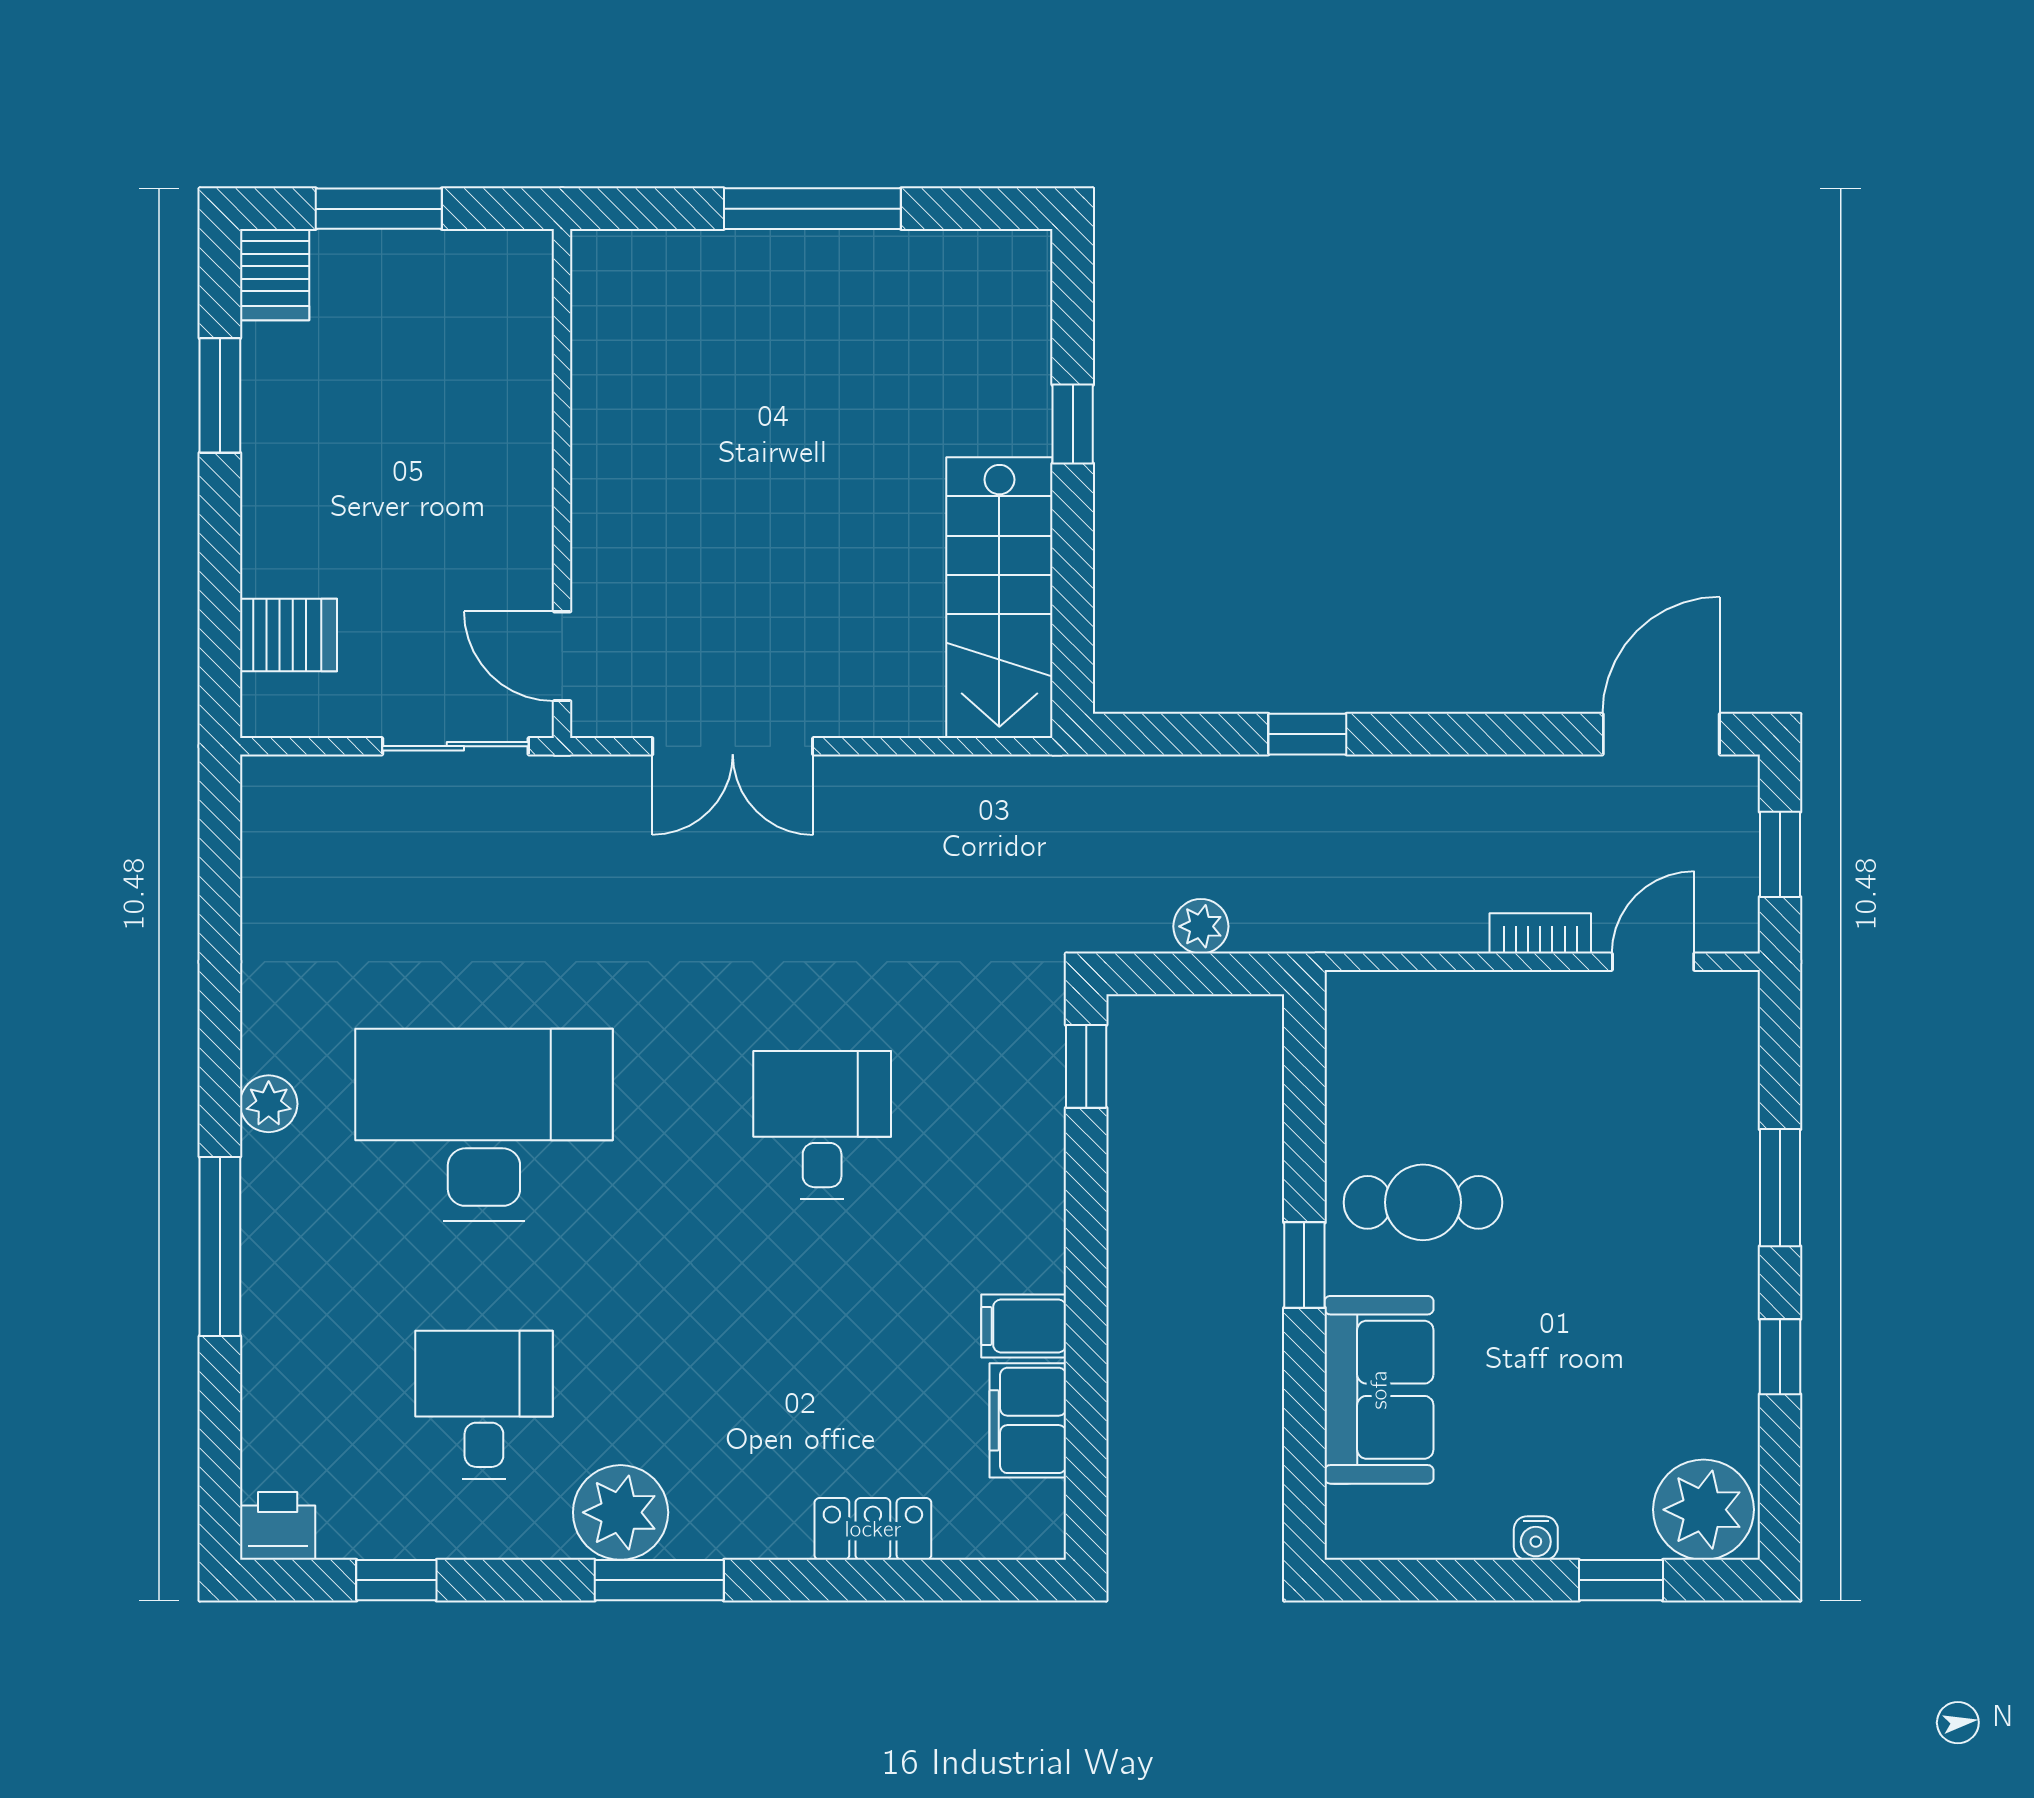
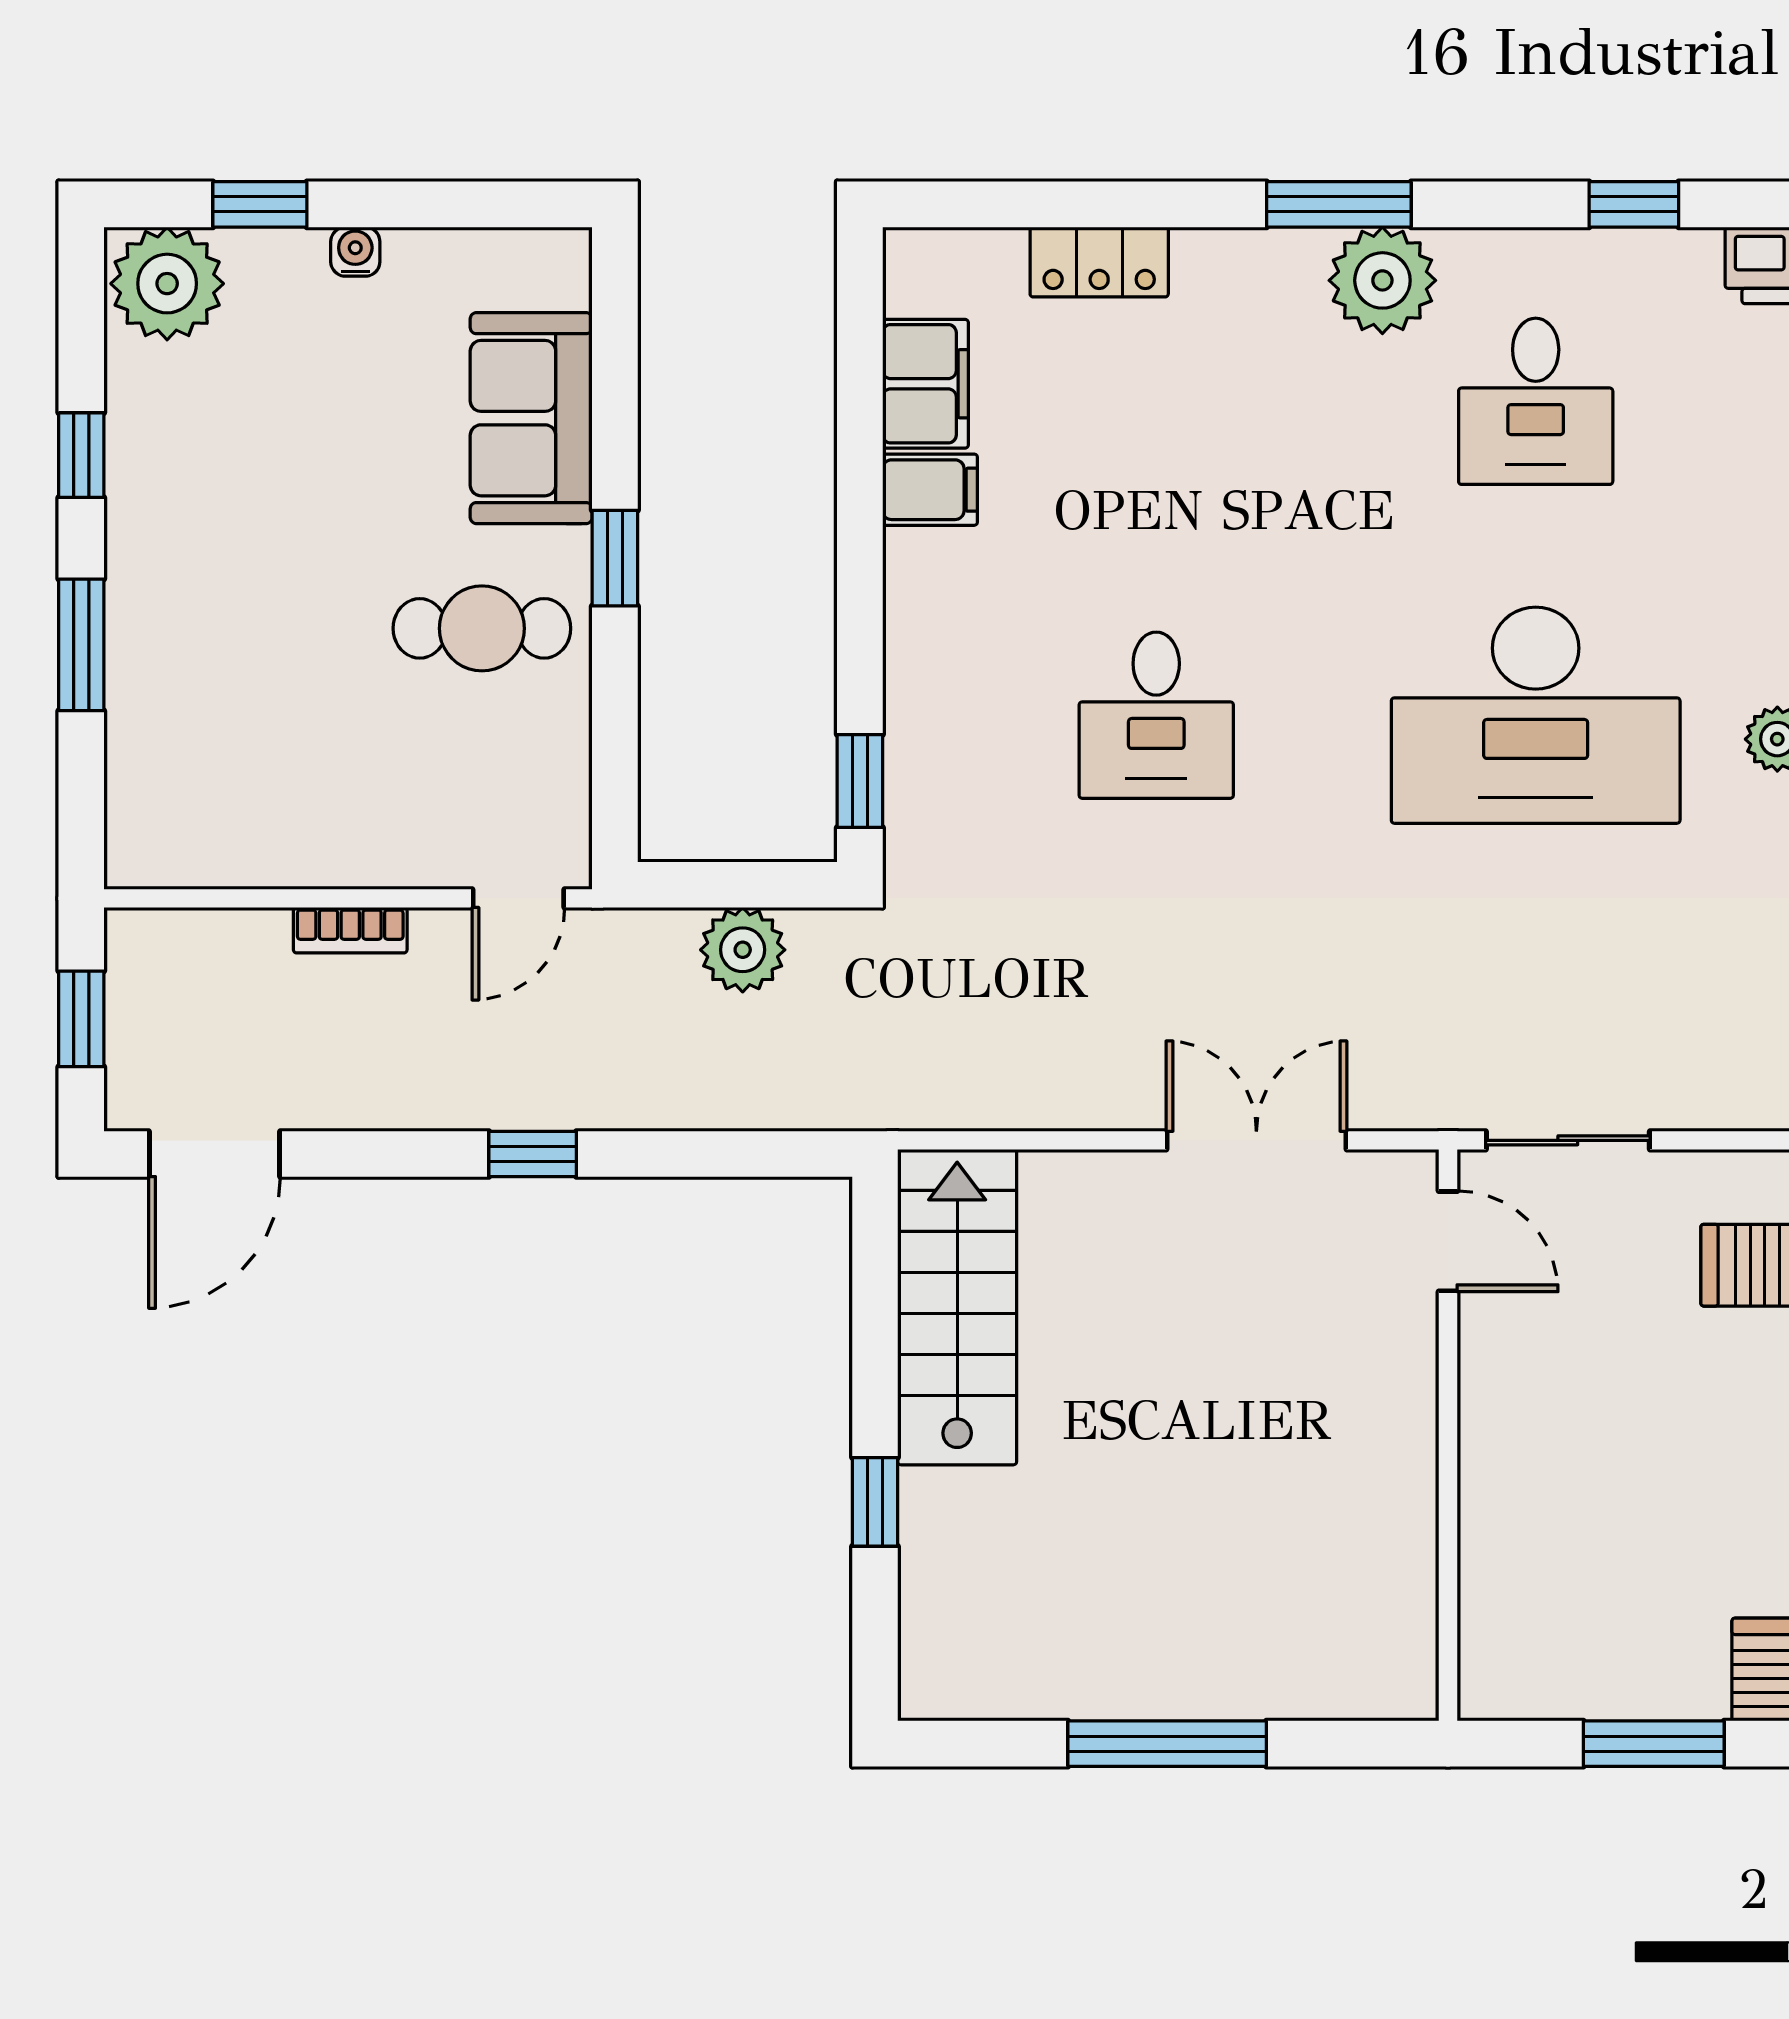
window: (1307, 734) -> (533, 1154), moved
plant: (1201, 926) -> (743, 950), width x1.38, depth x1.38
door: (1653, 962) -> (518, 898), moved

